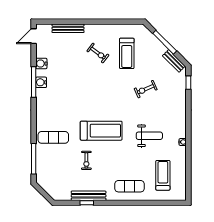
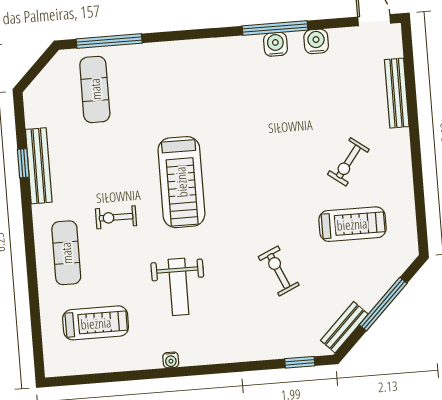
treadmill: (127, 53) -> (352, 224), turned 180
exercise mat: (53, 137) -> (95, 89), moved
exercise bike: (86, 160) -> (116, 217), moved

